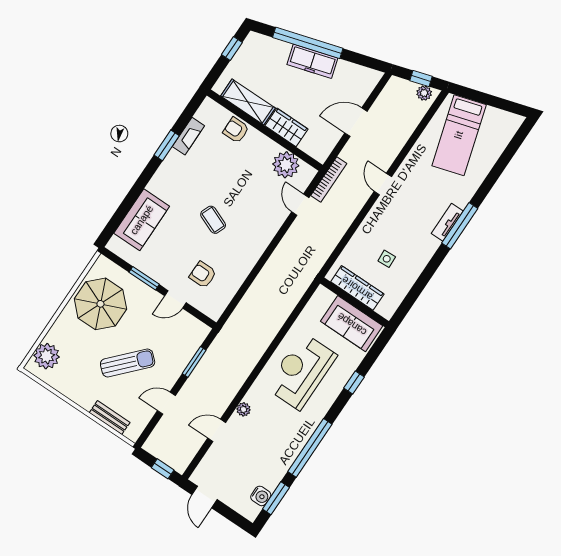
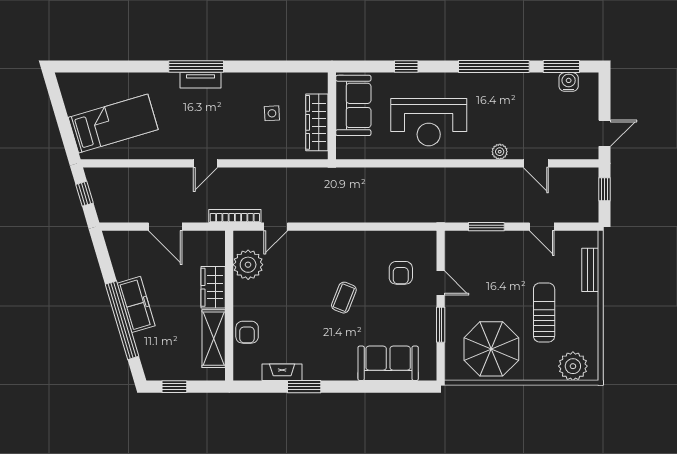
plant: (424, 93) -> (96, 182), removed
sun lounger: (128, 363) -> (544, 313), moved, turned 47

